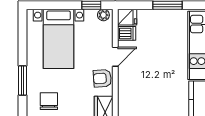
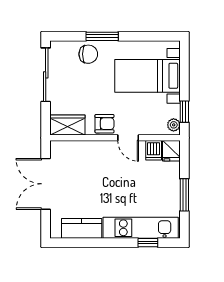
armchair: (102, 78) -> (104, 124), turned 94
chair: (49, 101) -> (88, 54), moved

